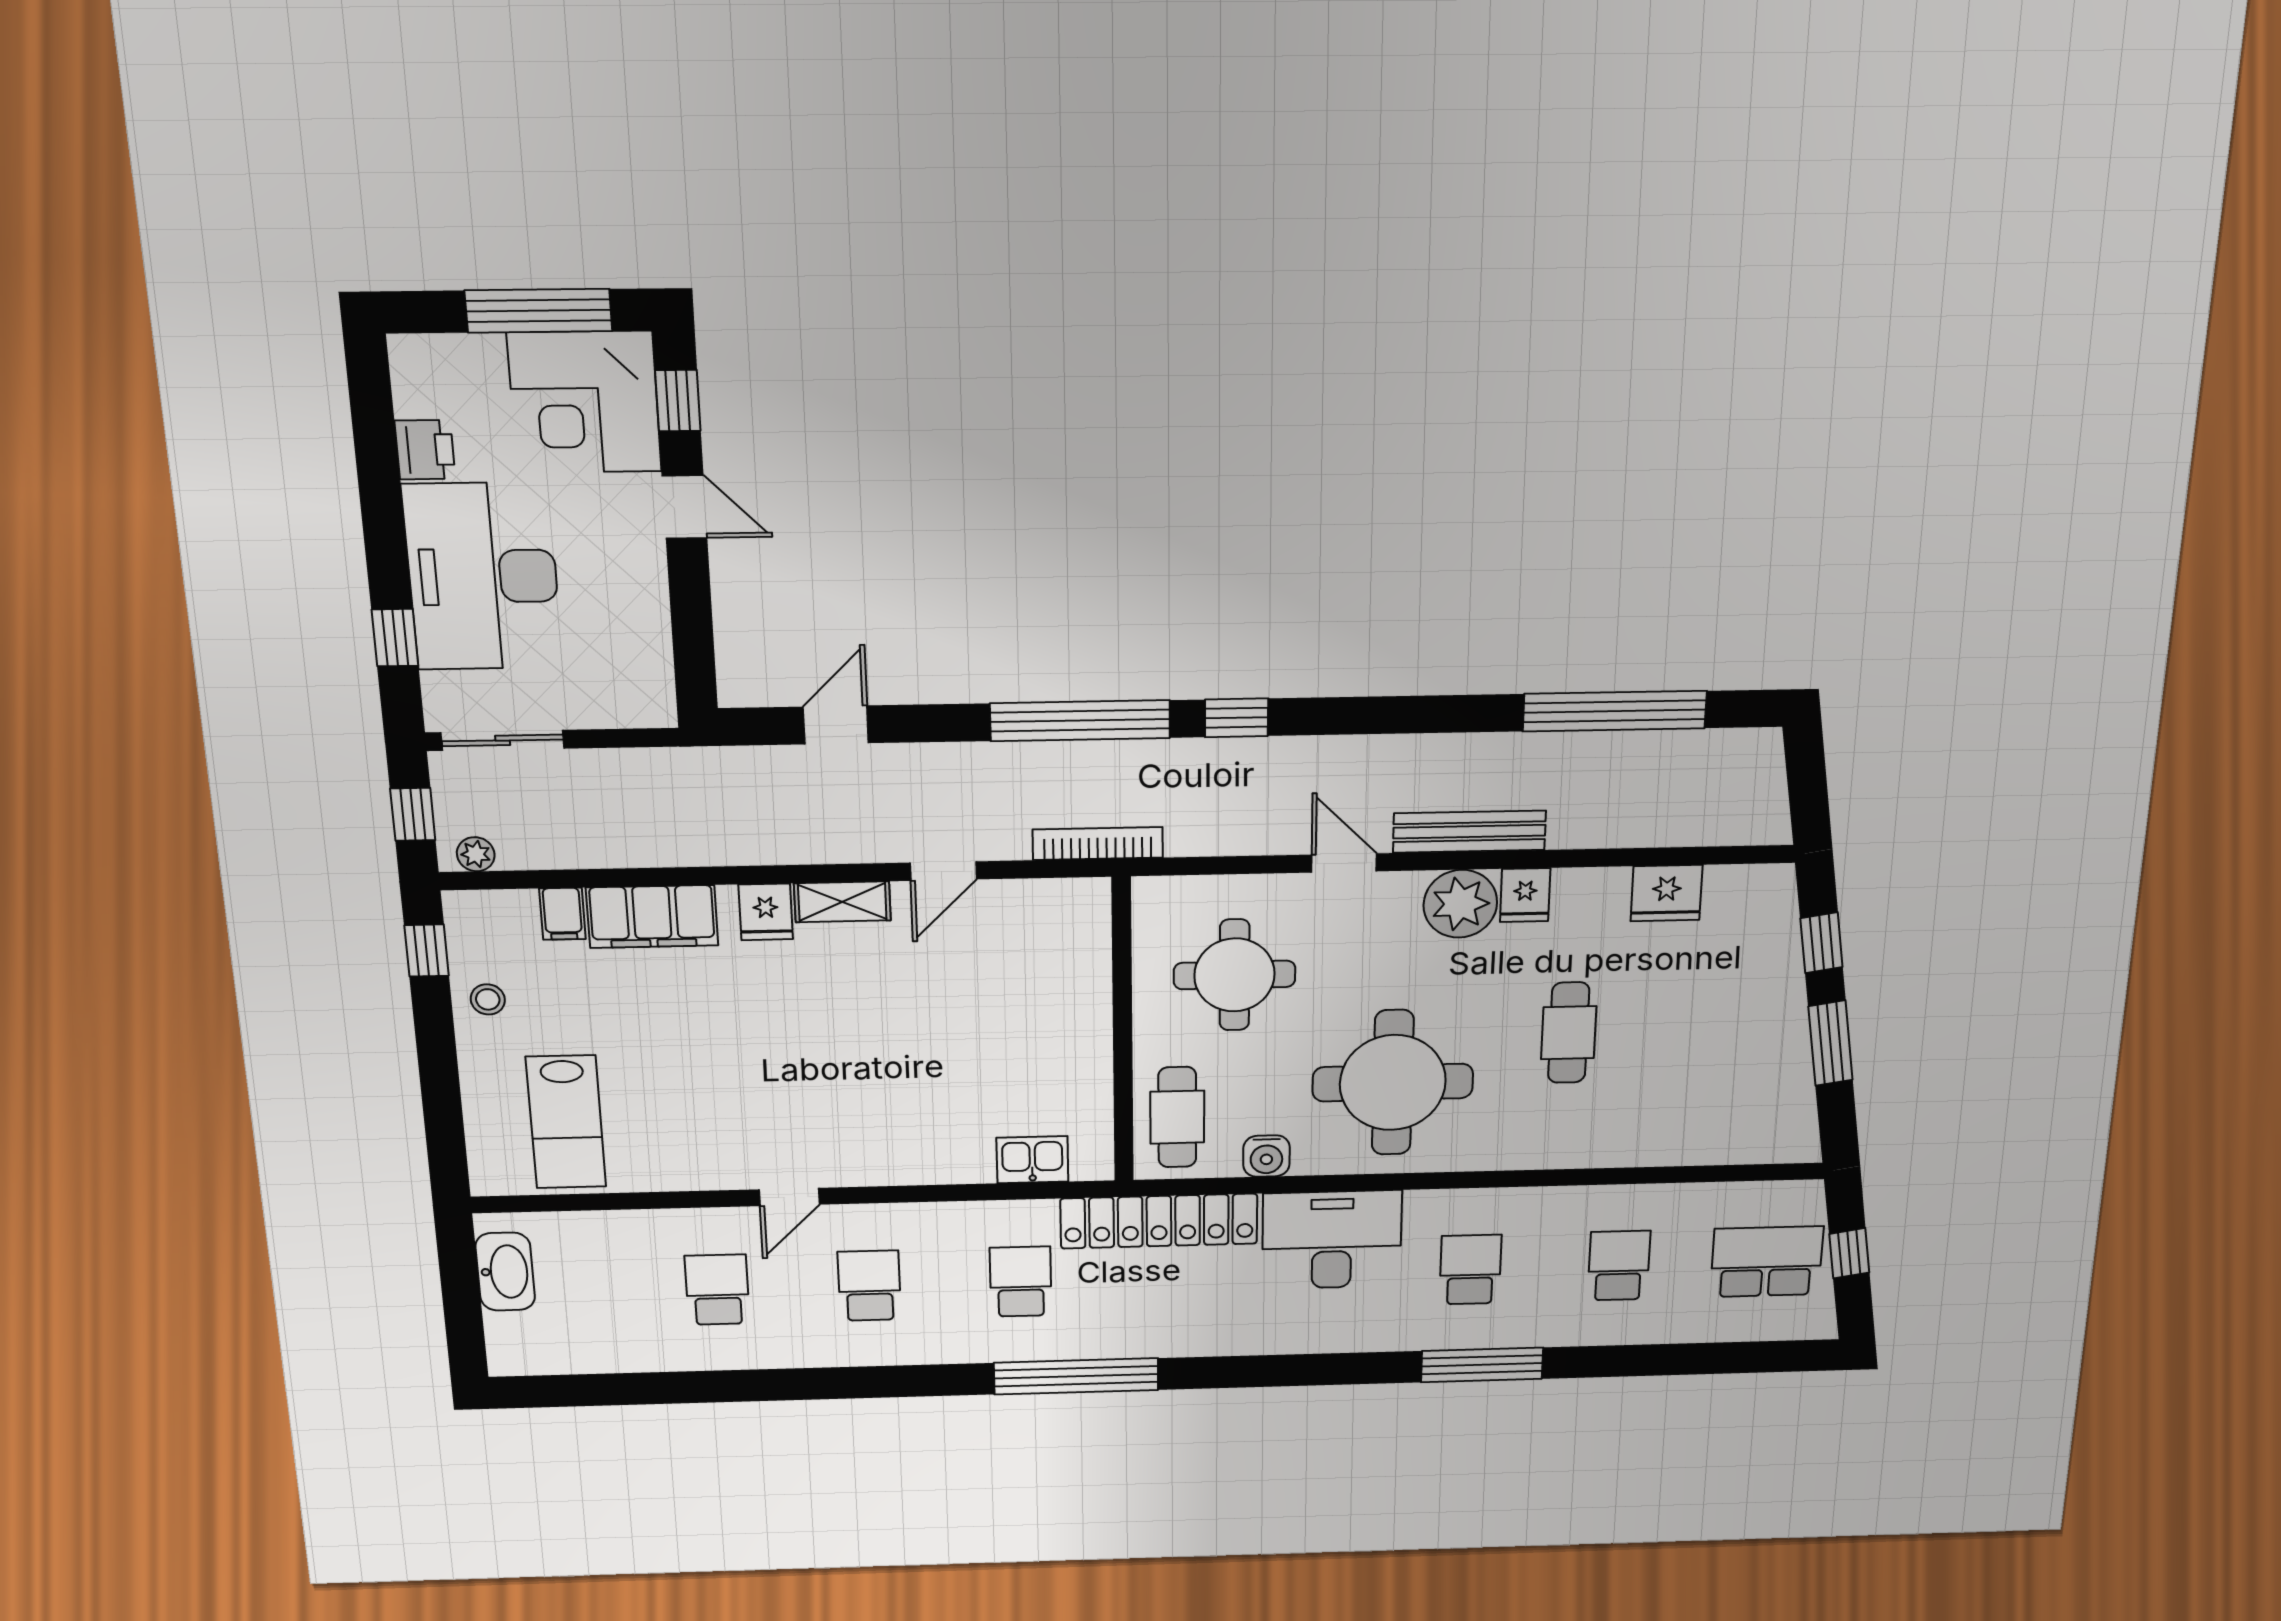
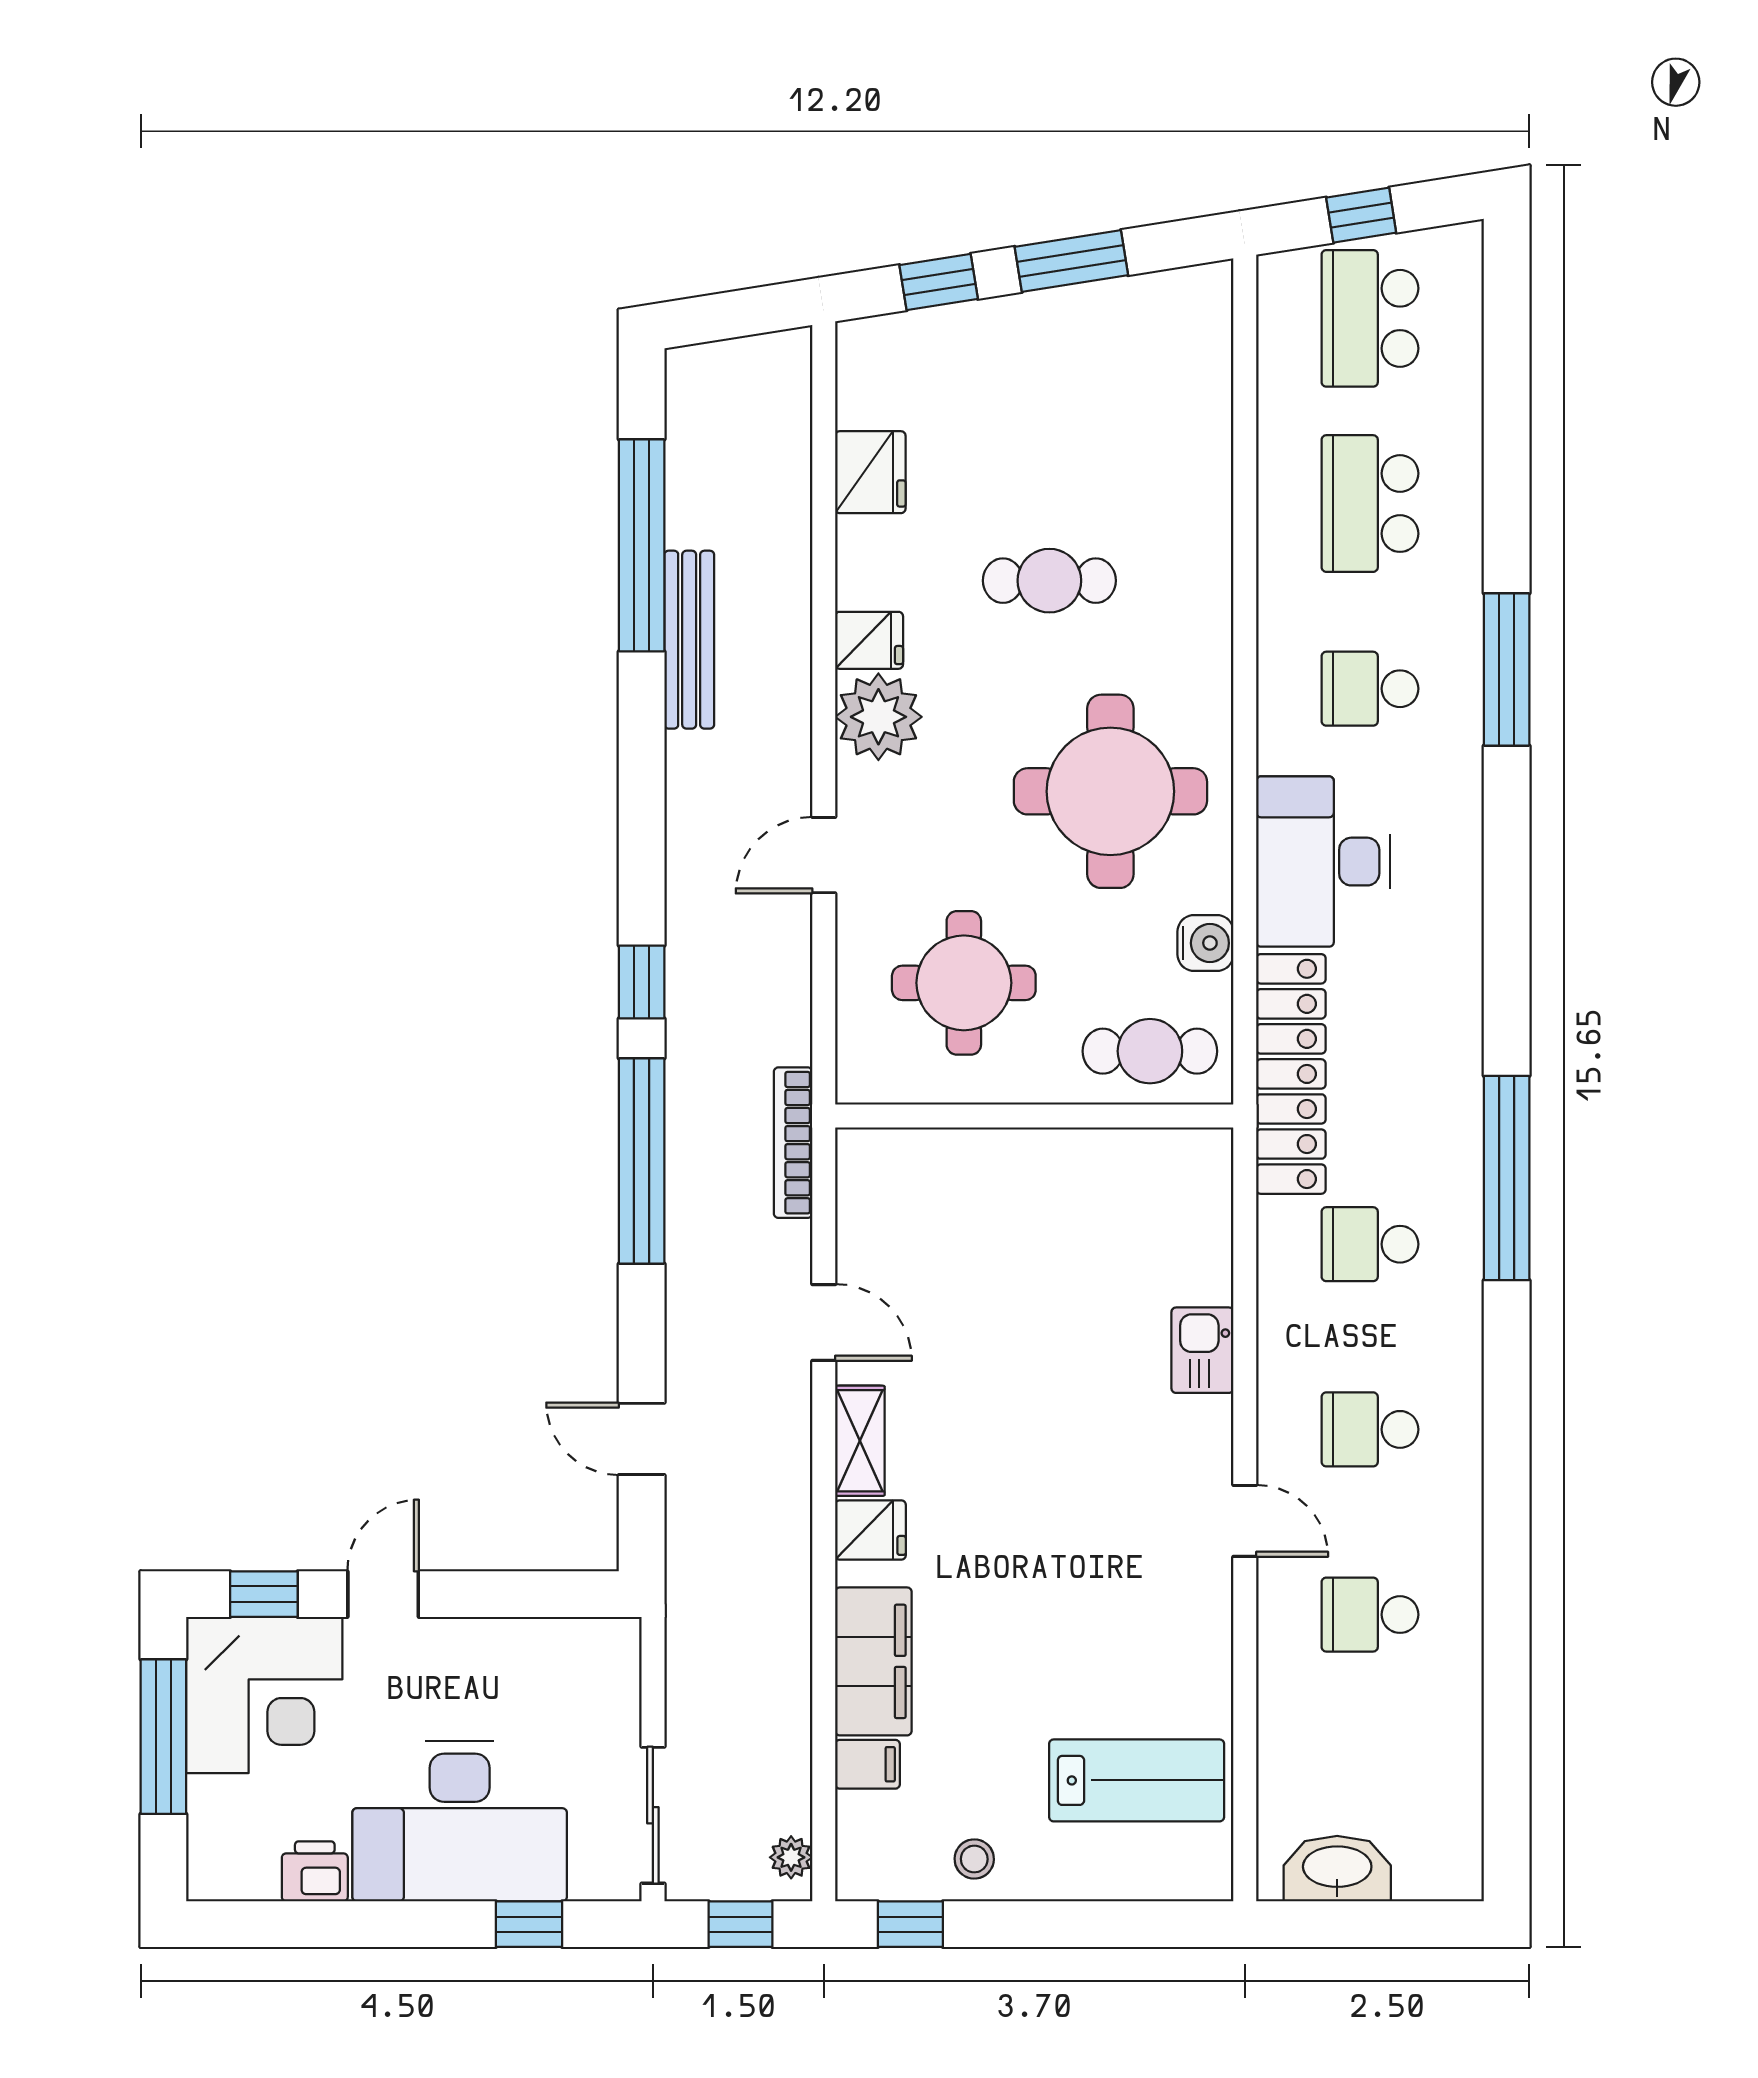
bench: (1469, 832) -> (689, 640), moved
kitchen sink: (1032, 1160) -> (1202, 1350), moved
school desk: (1619, 1266) -> (1370, 504), width x1.85

